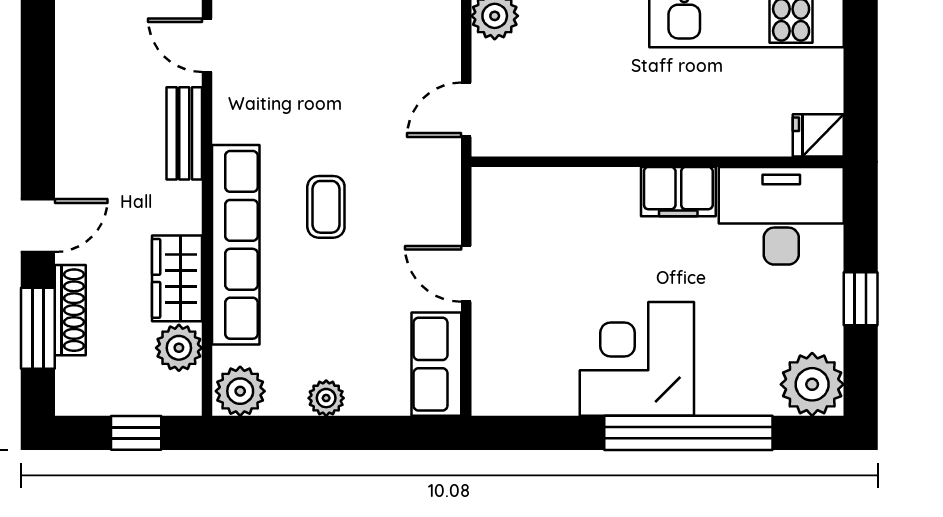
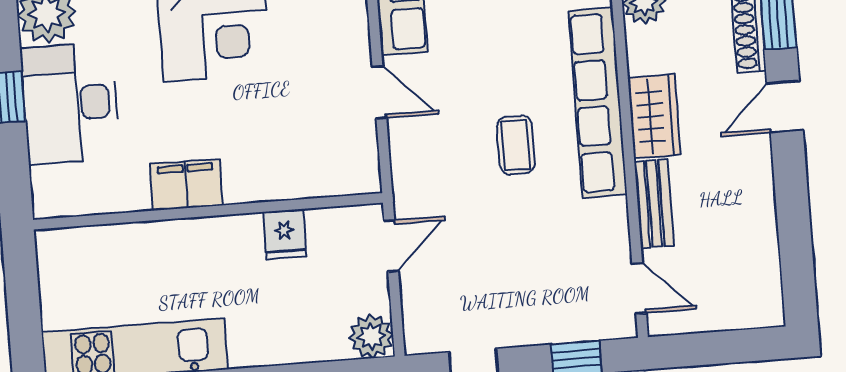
fridge: (818, 135) -> (285, 234), moved, turned 90
desk: (781, 216) -> (70, 103), moved, turned 90
wardrobe: (177, 278) -> (654, 116), moved

